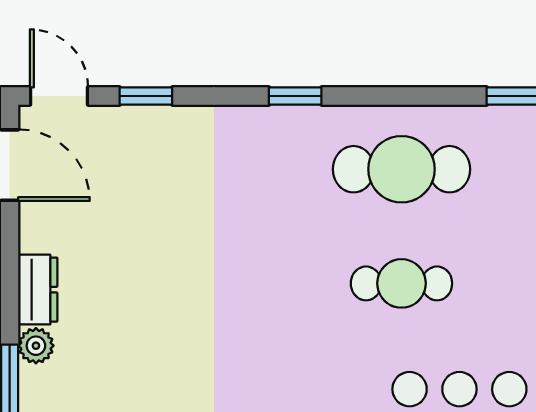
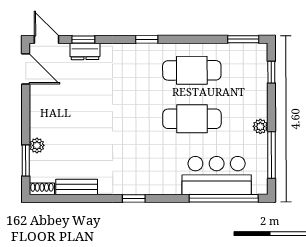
cafe table: (401, 283) -> (192, 119), width x1.37, depth x1.35
dresser: (38, 290) -> (85, 51), moved, turned 90

